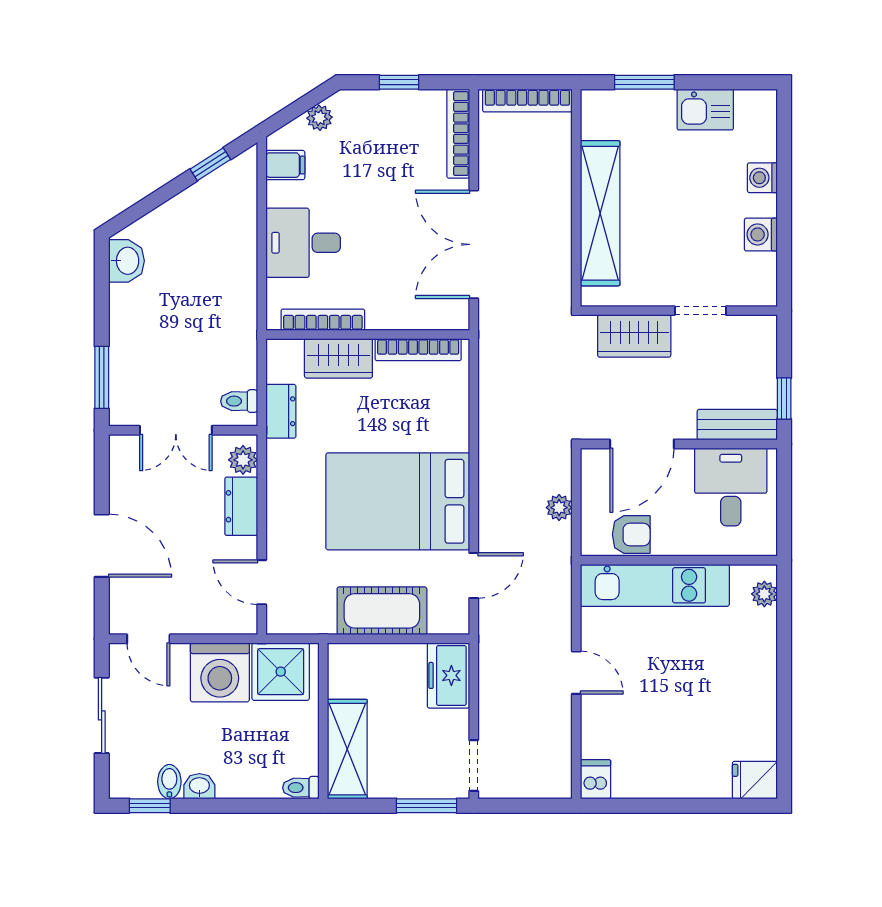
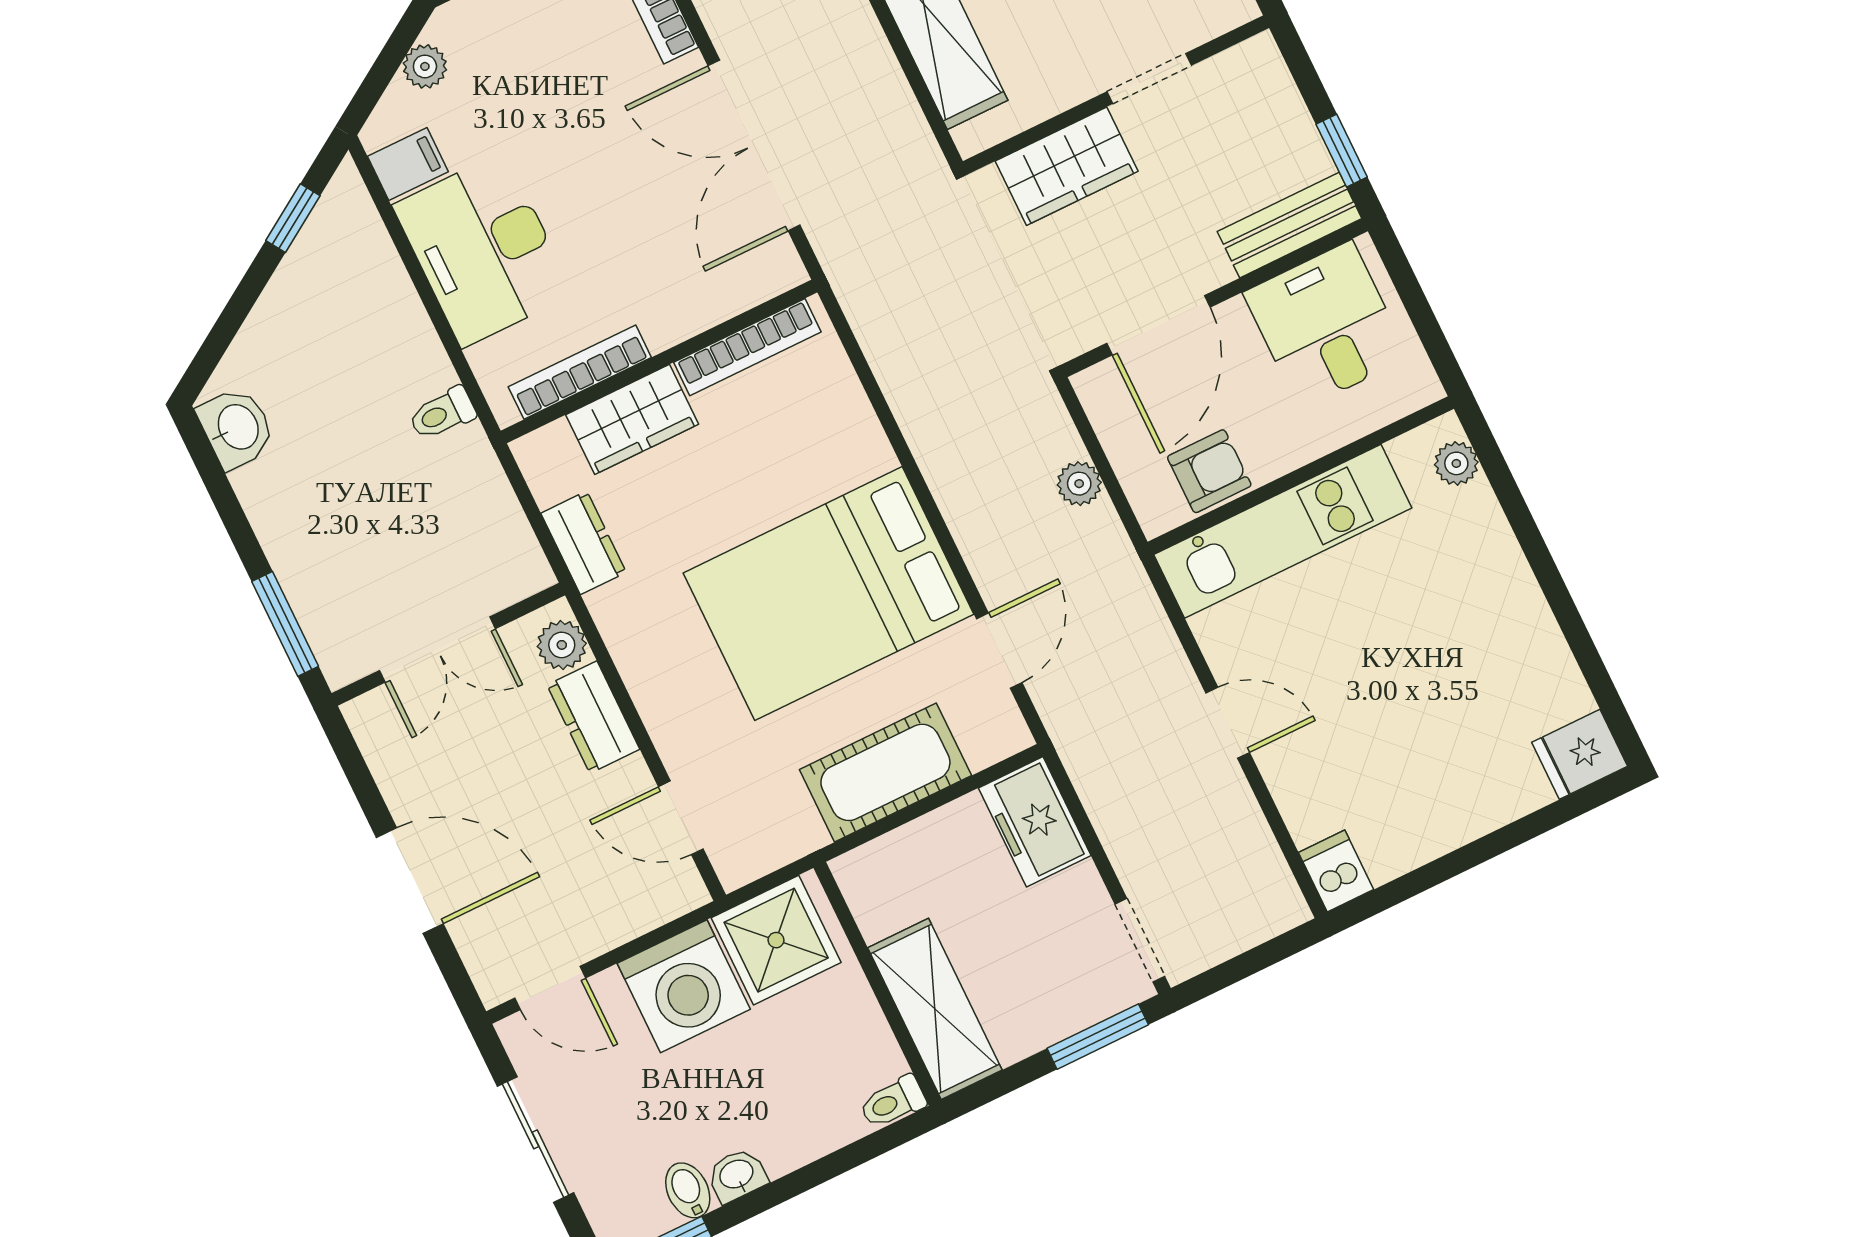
desk: (303, 243) -> (483, 250), width x1.37
toilet: (239, 401) -> (442, 414), moved

